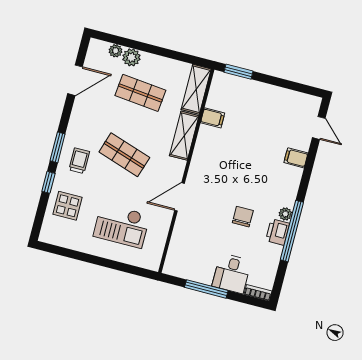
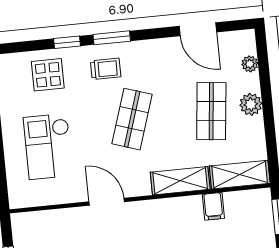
plant: (131, 57) -> (251, 104), moved

